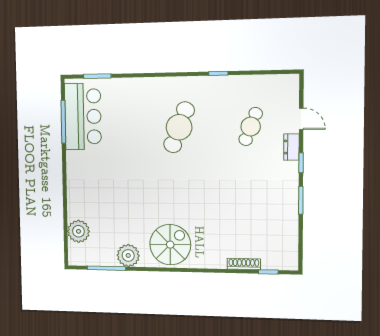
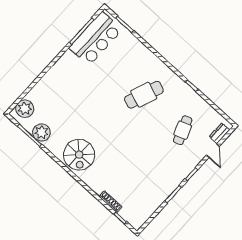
cafe table: (251, 127) -> (183, 130), turned -42
dresser: (291, 147) -> (219, 133), moved
plant: (78, 231) -> (25, 109), moved
spiral stairs: (170, 245) -> (79, 155), turned 90
plant: (128, 255) -> (42, 132), moved

